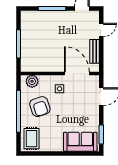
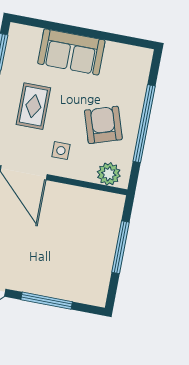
rug: (31, 139) -> (33, 106), moved
sofa: (80, 142) -> (71, 52), moved

